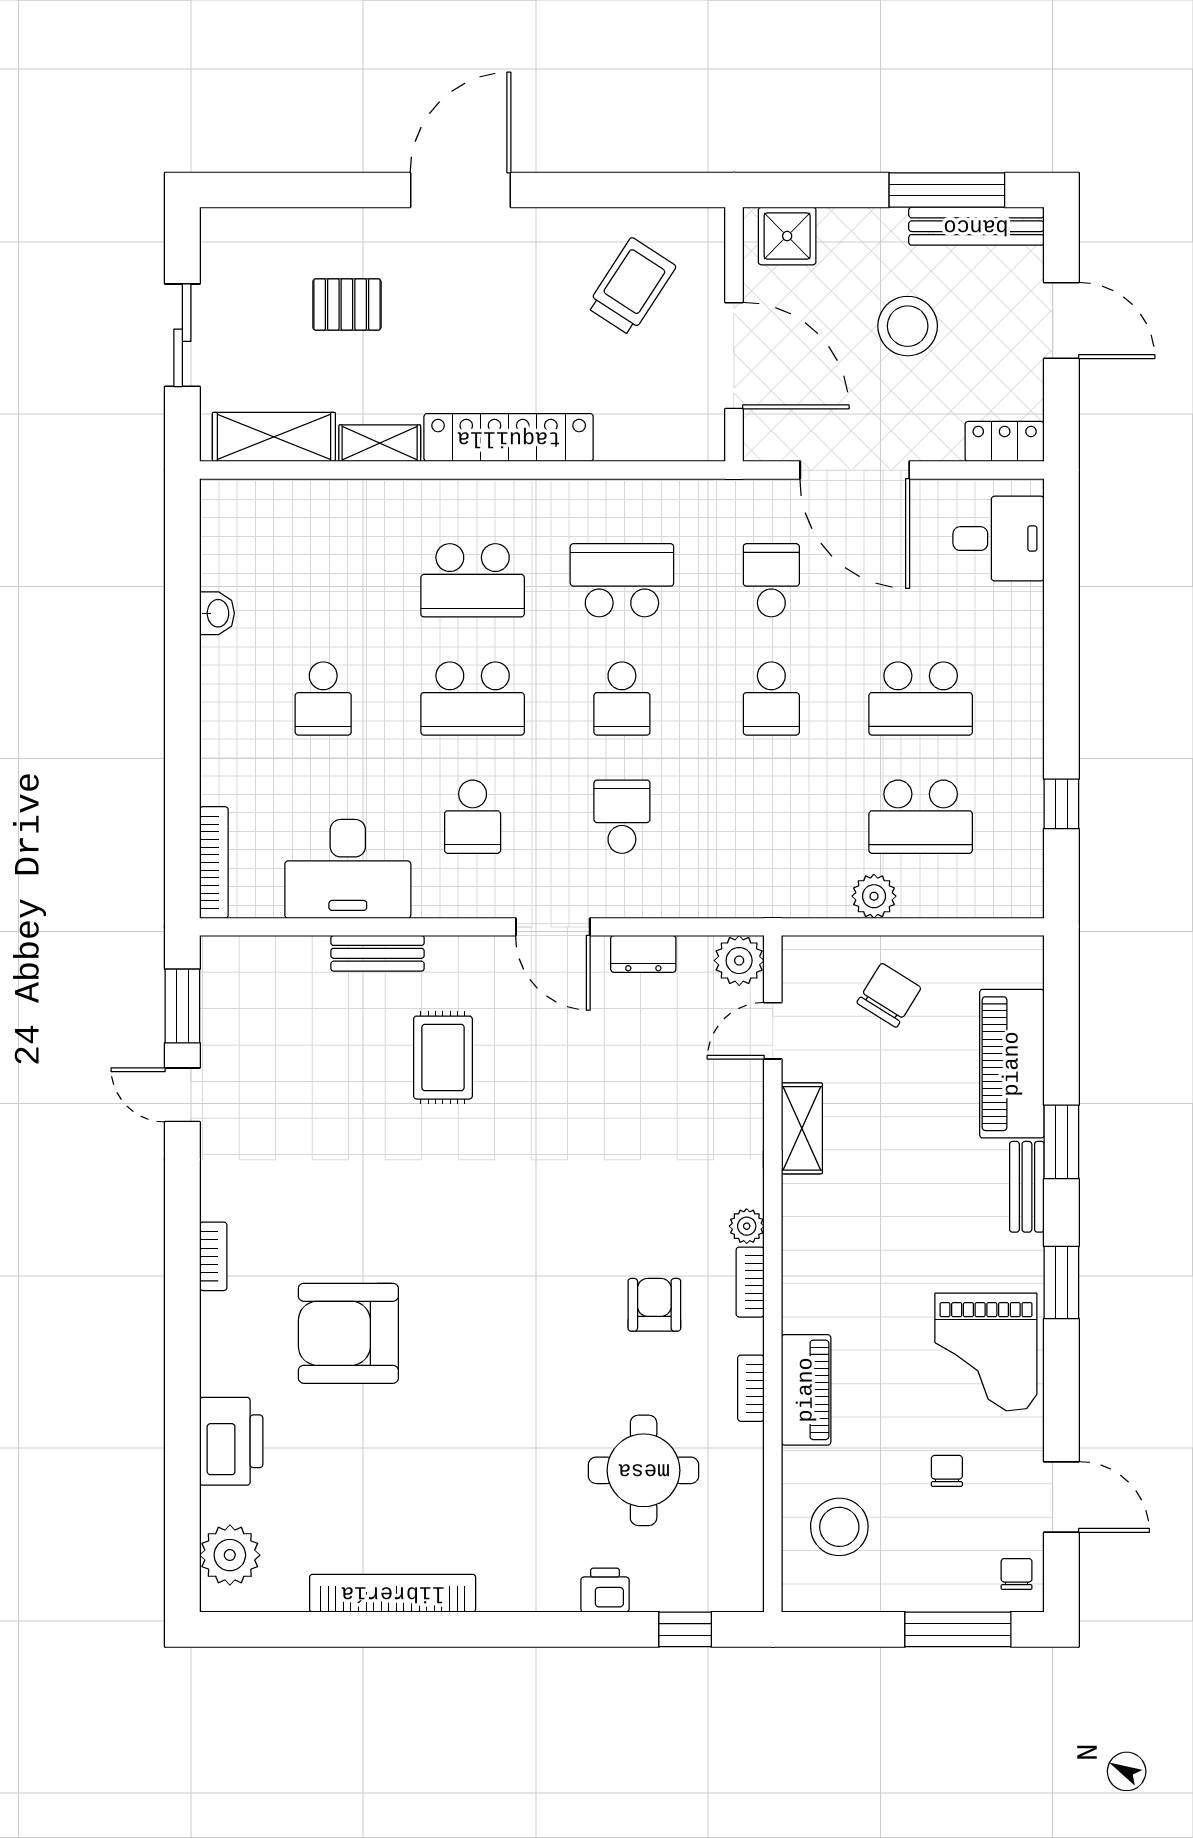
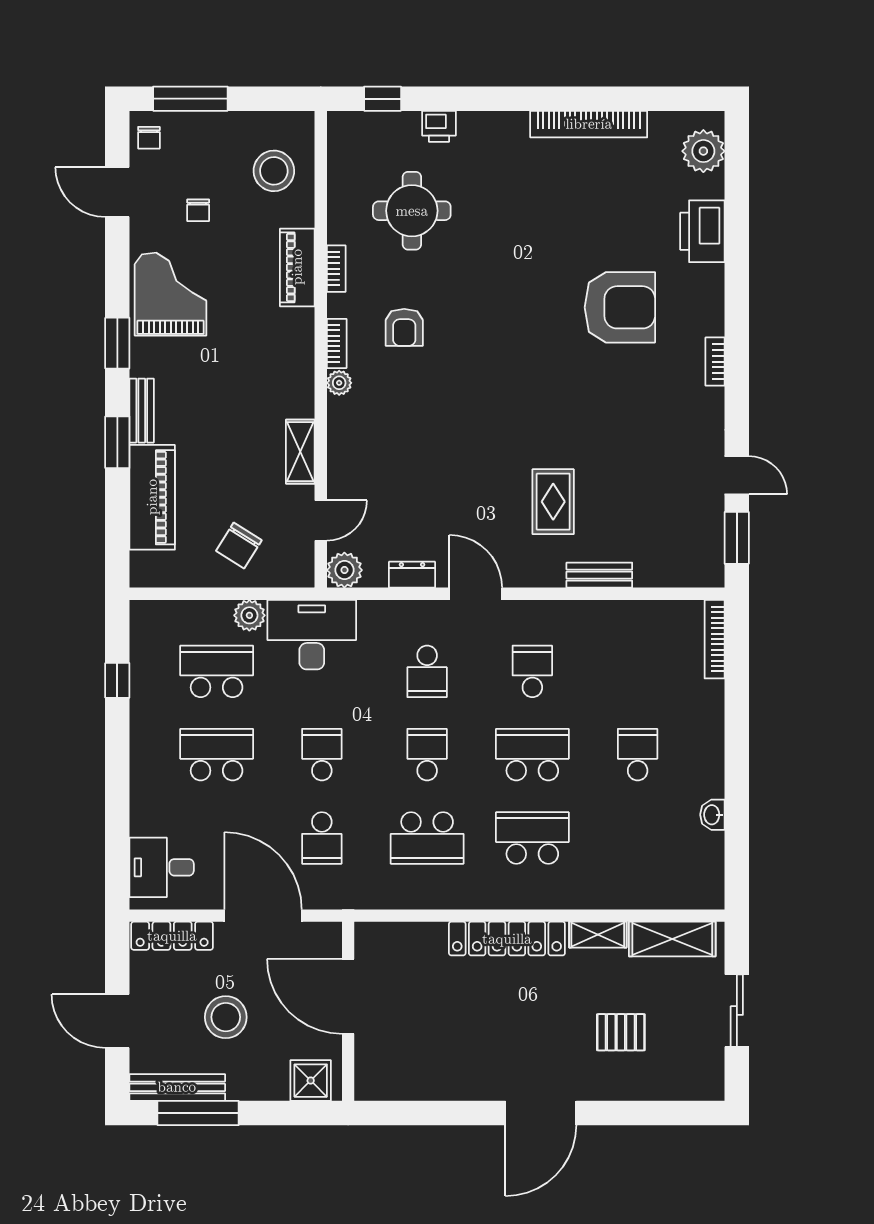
trolley: (631, 286) -> (421, 1045), removed
locker: (1005, 441) -> (172, 936), width x1.53
desk: (348, 869) -> (312, 635), moved

